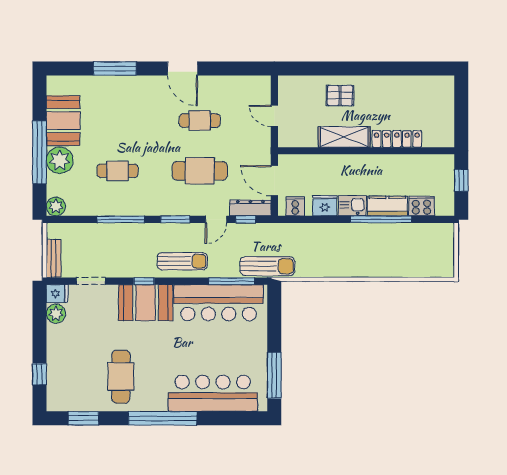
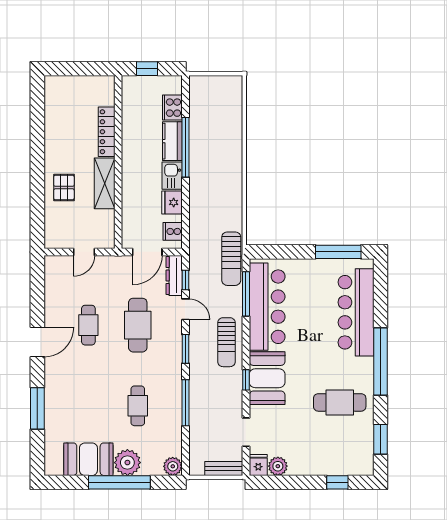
sun lounger: (182, 261) -> (226, 342), turned 180
sun lounger: (267, 266) -> (231, 259), turned 180

